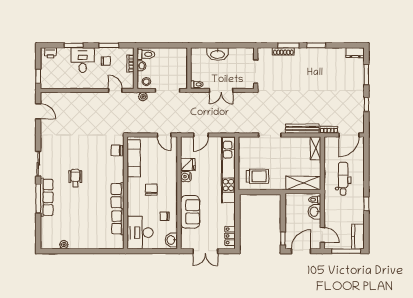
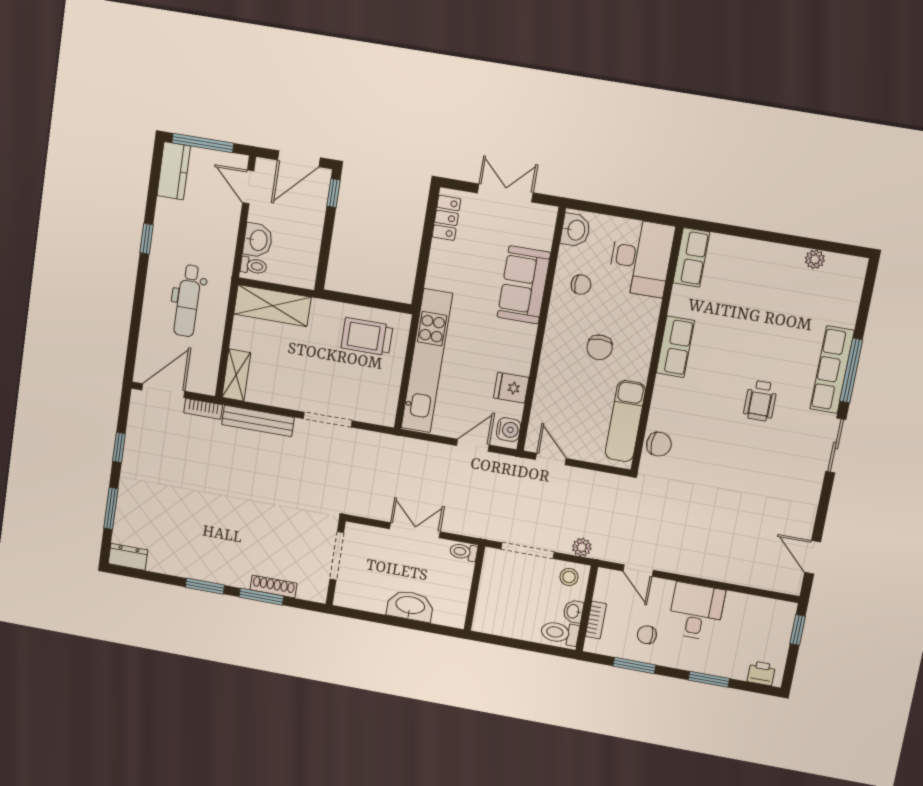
desk: (83, 60) -> (696, 611), moved, turned 180
water cooler: (186, 177) -> (509, 430), moved
row of seats: (118, 222) -> (691, 258), moved

